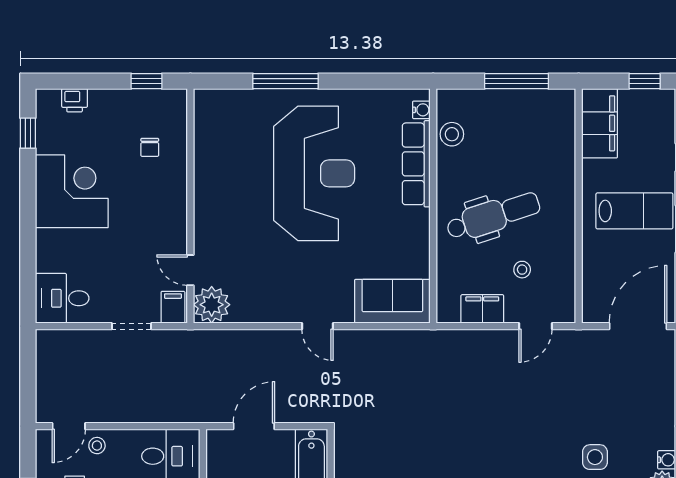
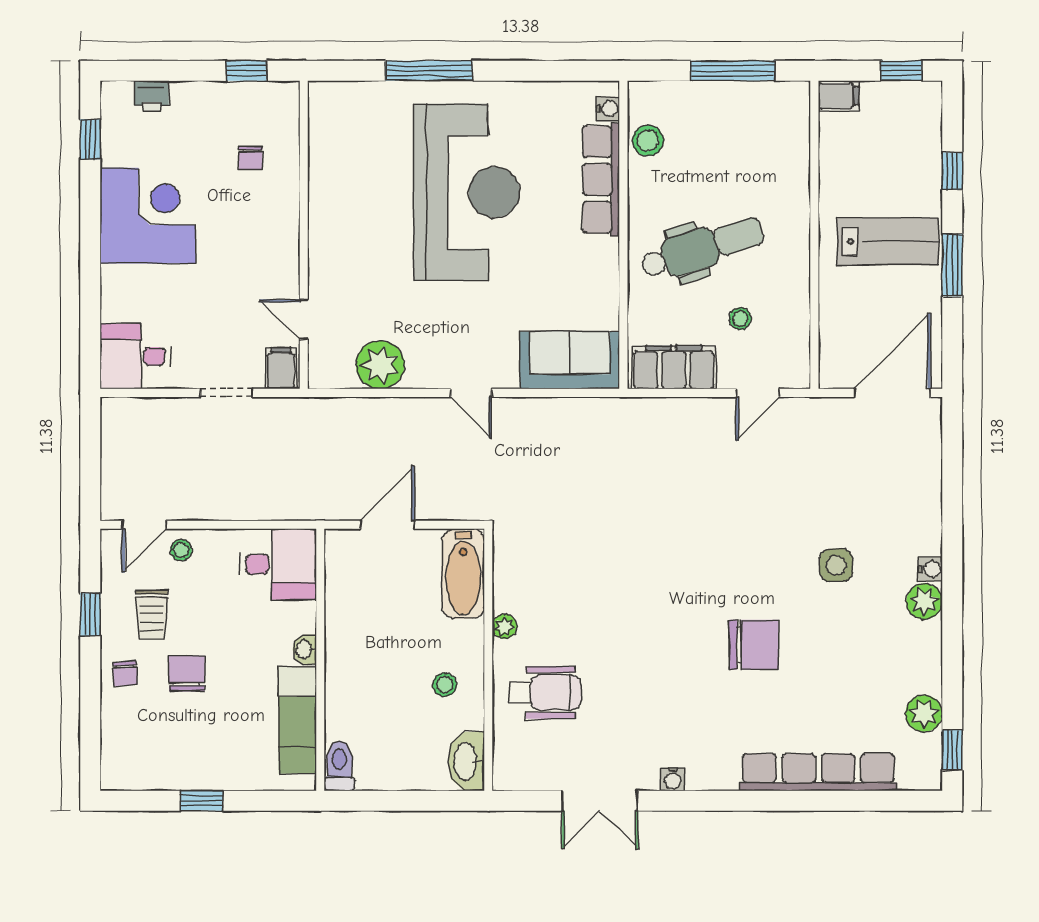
filing cabinet: (599, 123) -> (839, 96), width x0.33, depth x0.86
plant: (212, 305) -> (380, 365), moved
filing cabinet: (482, 309) -> (674, 367), width x1.50, depth x1.17

